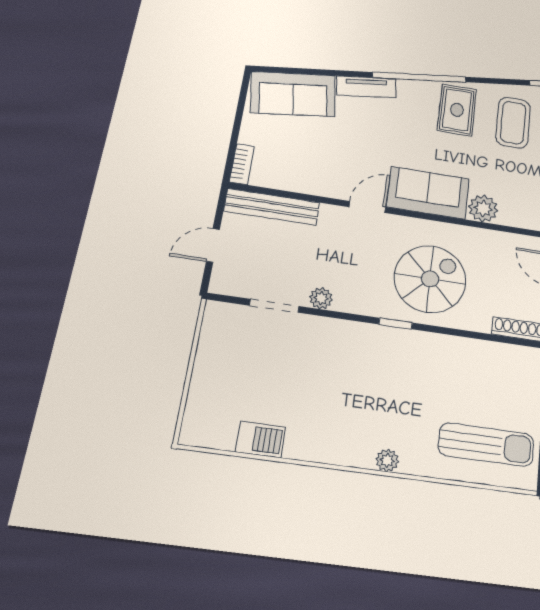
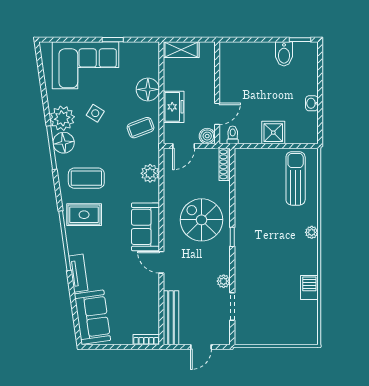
plant: (483, 208) -> (150, 173), moved
door: (213, 245) -> (201, 347), hinge flipped
barbecue: (261, 439) -> (309, 287), moved

